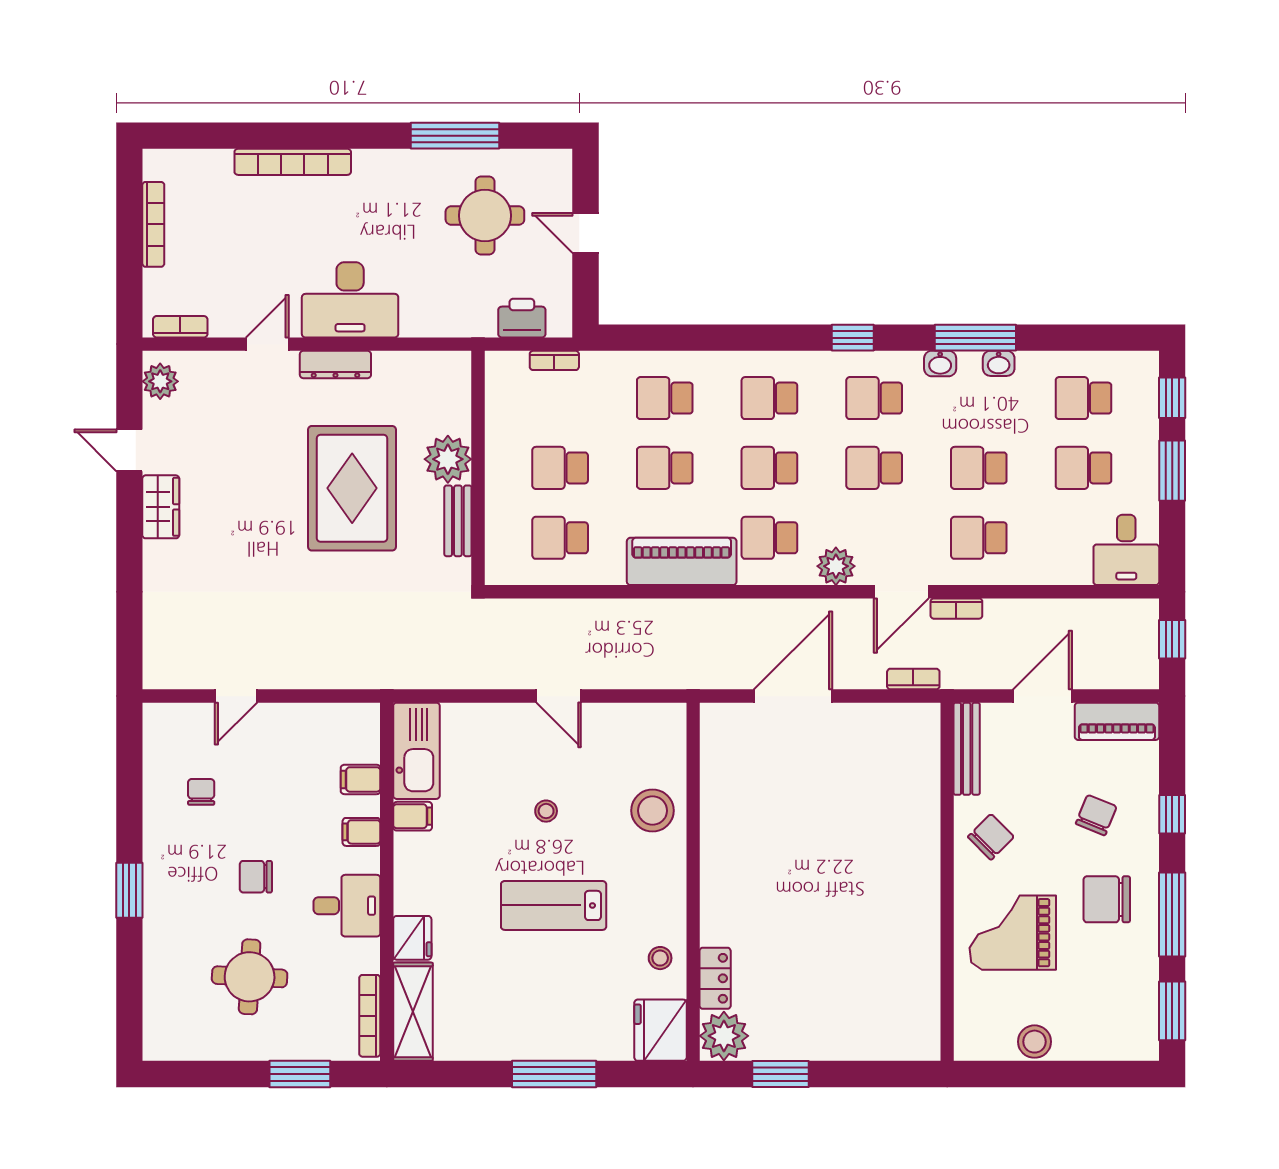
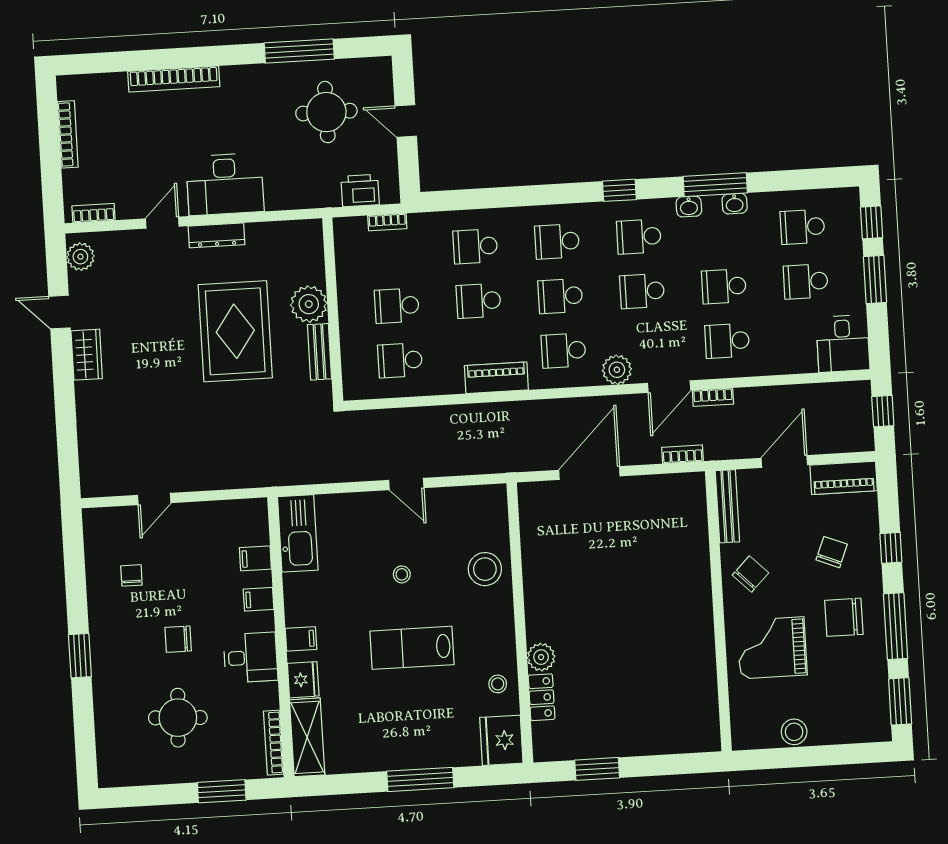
piano: (682, 561) -> (496, 378), width x0.73, depth x0.75
filing cabinet: (413, 816) -> (301, 639), moved
plant: (724, 1036) -> (541, 657), moved, width x0.73, depth x0.73

